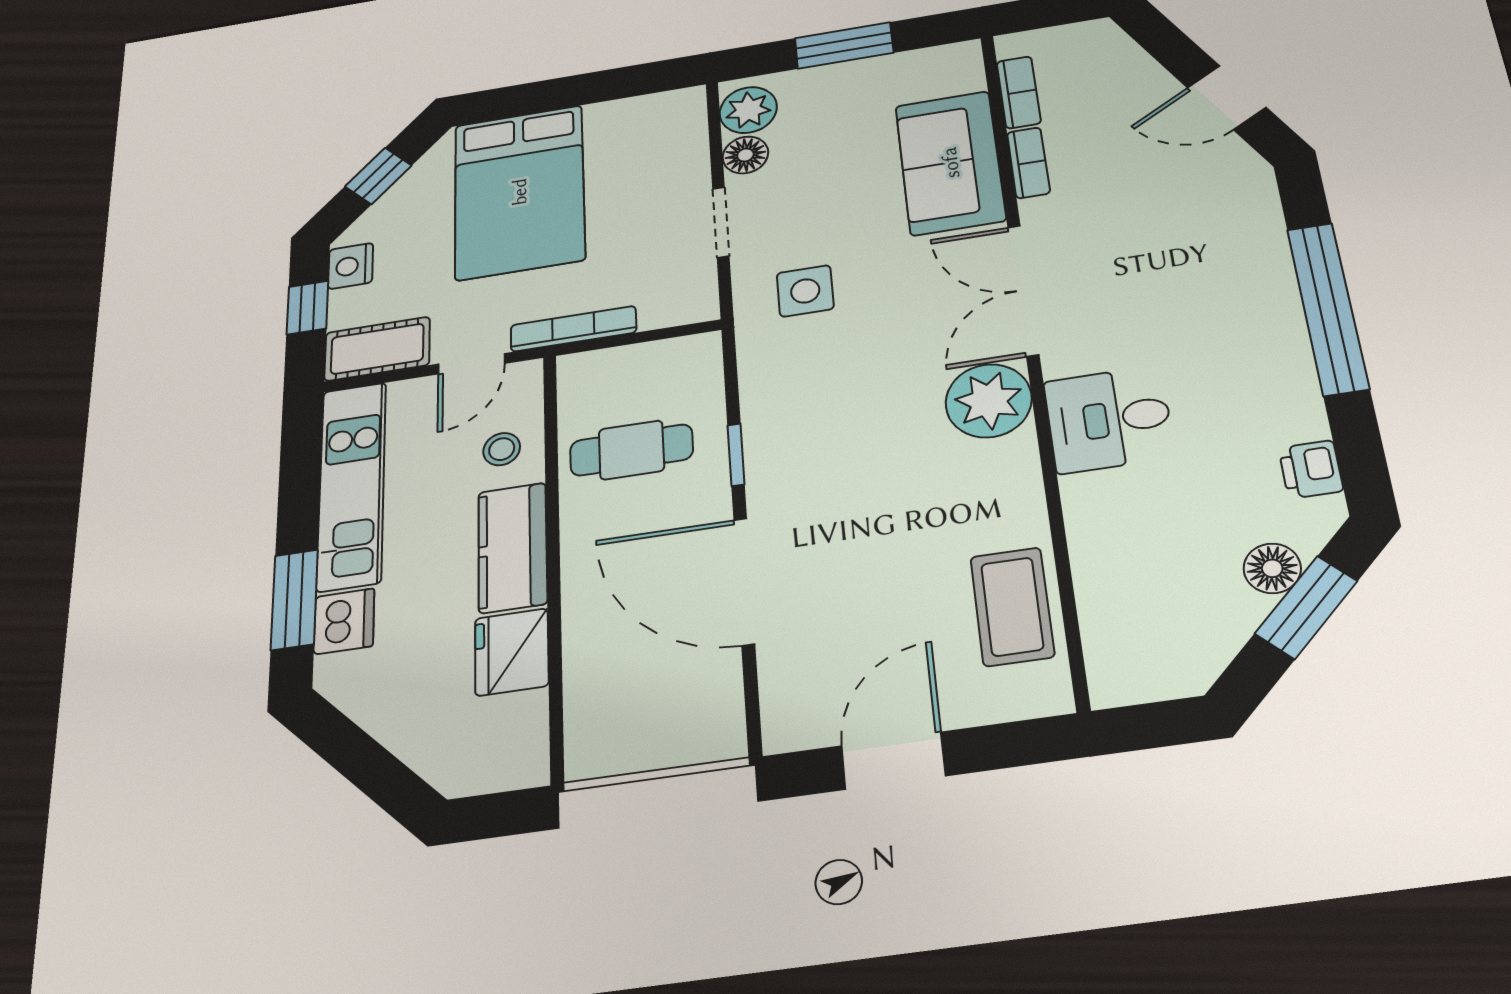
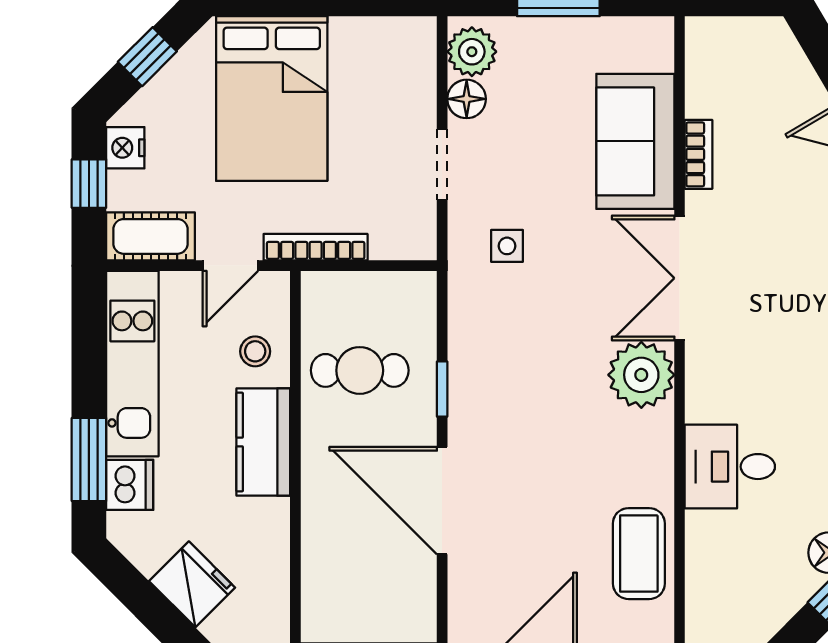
bookcase: (1019, 92) -> (699, 80), removed
side table: (805, 291) -> (507, 246), width x0.73, depth x0.73
desk: (1109, 419) -> (730, 467), moved
fridge: (512, 652) -> (192, 584), moved, turned 135

